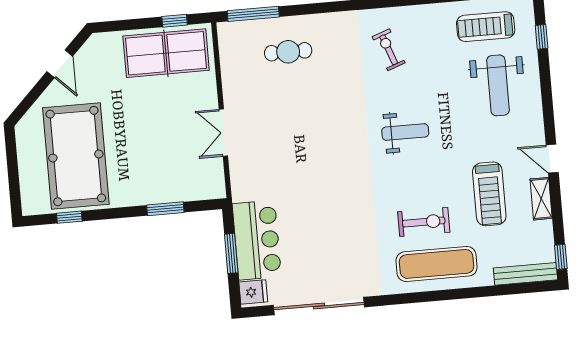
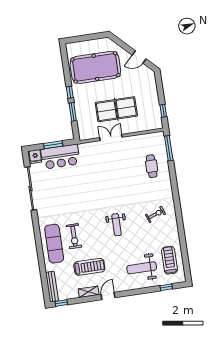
table tennis table: (166, 53) -> (116, 109), moved, turned 90
treadmill: (489, 194) -> (89, 267), turned 180
window: (69, 217) -> (70, 92), moved

